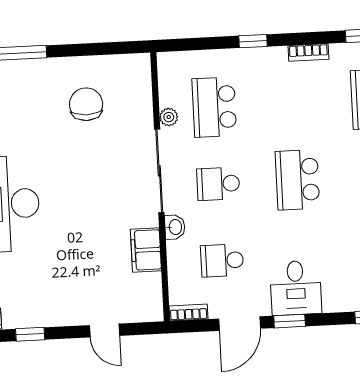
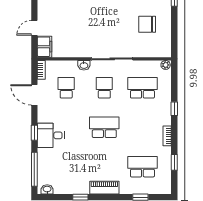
chair: (86, 104) -> (147, 24), turned 180
plant: (169, 117) -> (166, 65), moved
filing cabinet: (146, 250) -> (45, 47), moved, turned 90
desk: (296, 288) -> (51, 135), moved
window: (290, 321) -> (34, 133), moved

